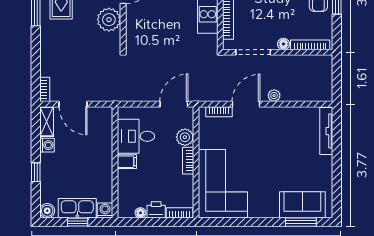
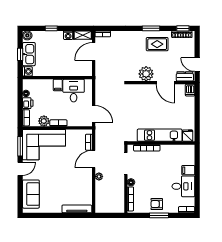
door: (246, 104) -> (94, 159), swing flipped
plant: (185, 137) -> (44, 121), moved
door: (262, 222) -> (20, 169), added
window: (301, 222) -> (20, 146), moved

